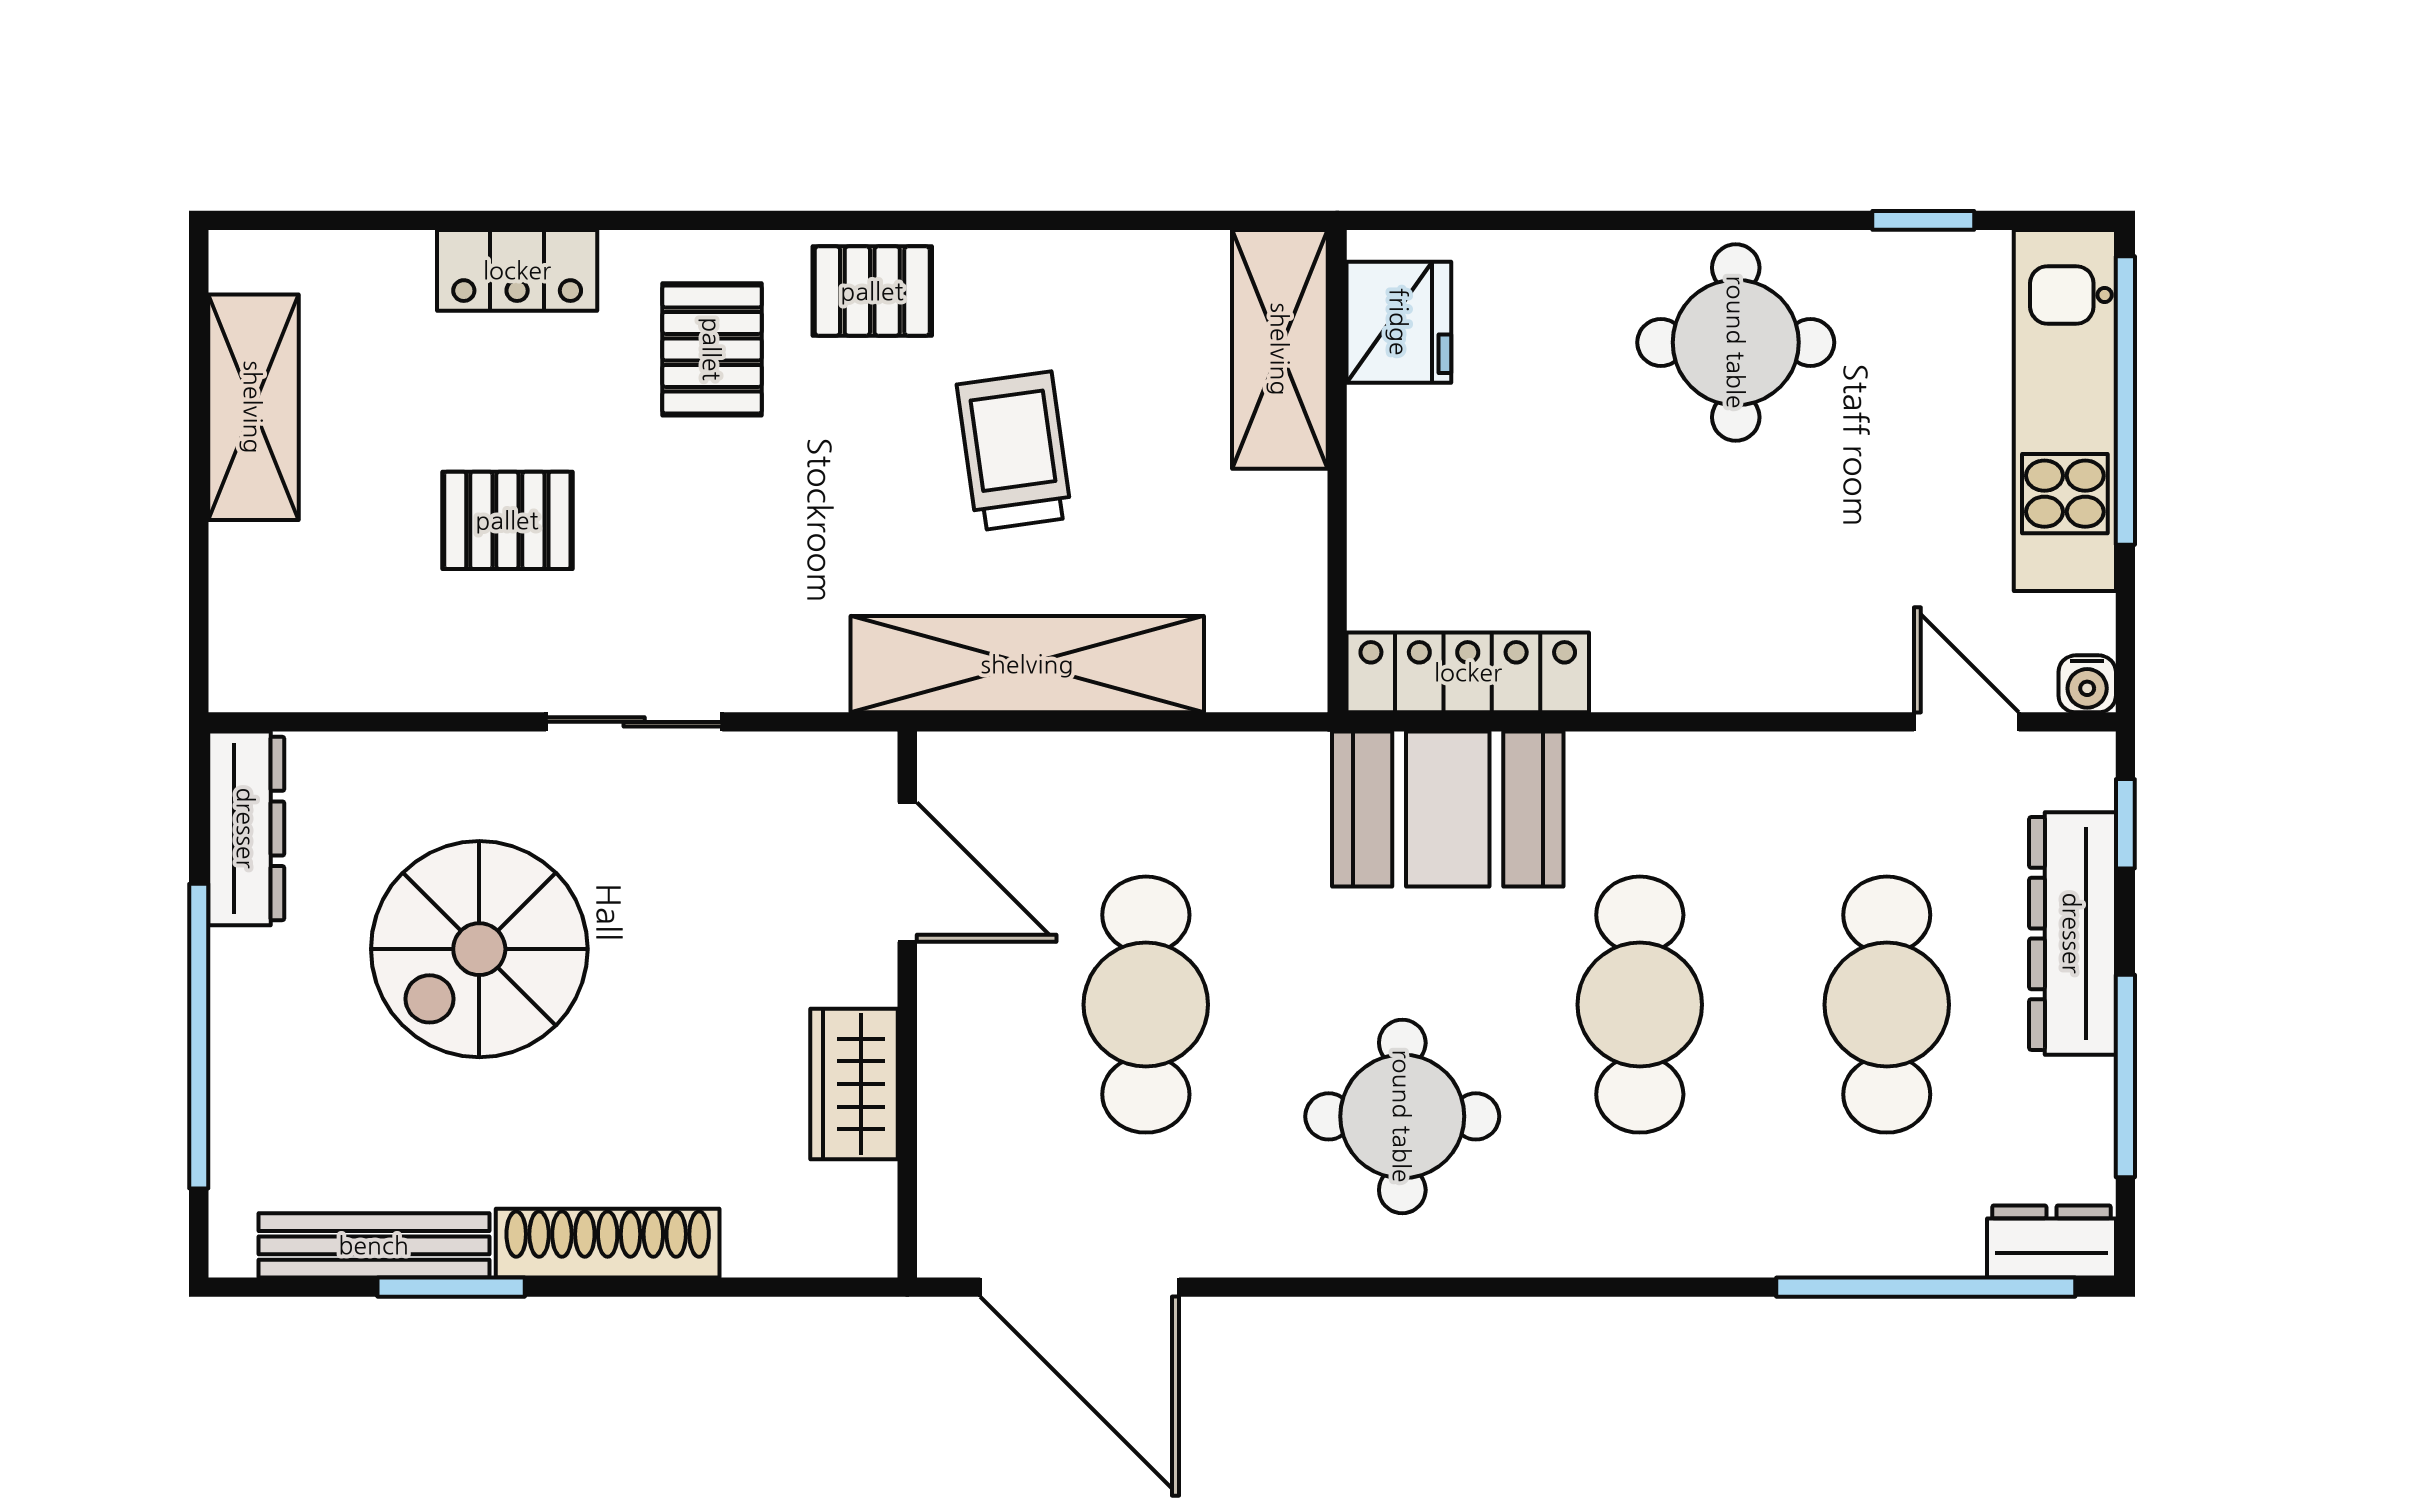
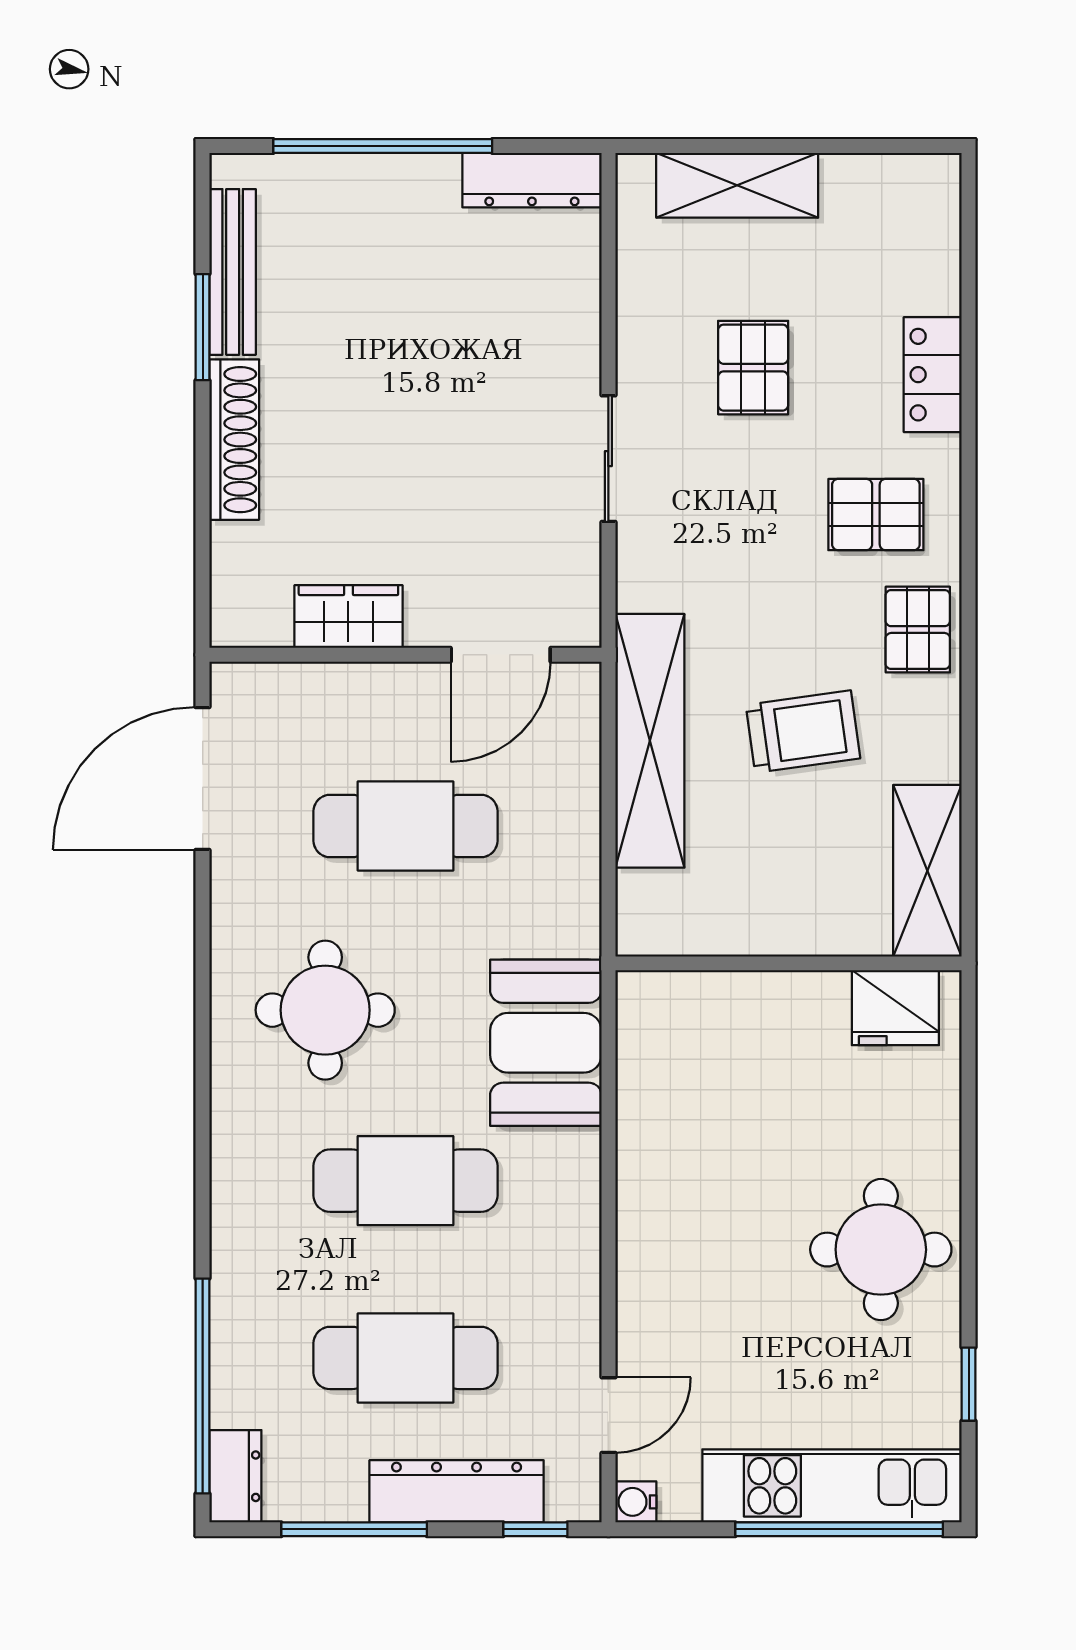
shelving: (1280, 349) -> (927, 871), moved, turned 90
shelving: (253, 407) -> (737, 185), moved
locker: (1468, 672) -> (644, 1057), removed
spiral stairs: (479, 949) -> (445, 347), removed

